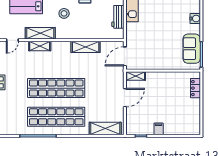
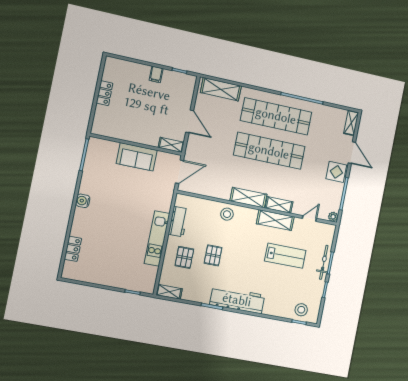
stool: (64, 13) -> (227, 214), moved
shelving: (86, 47) -> (248, 198), moved
sofa: (192, 49) -> (137, 157), moved, turned 90
locker: (195, 88) -> (104, 93), moved
door: (125, 98) -> (190, 121), swing flipped

